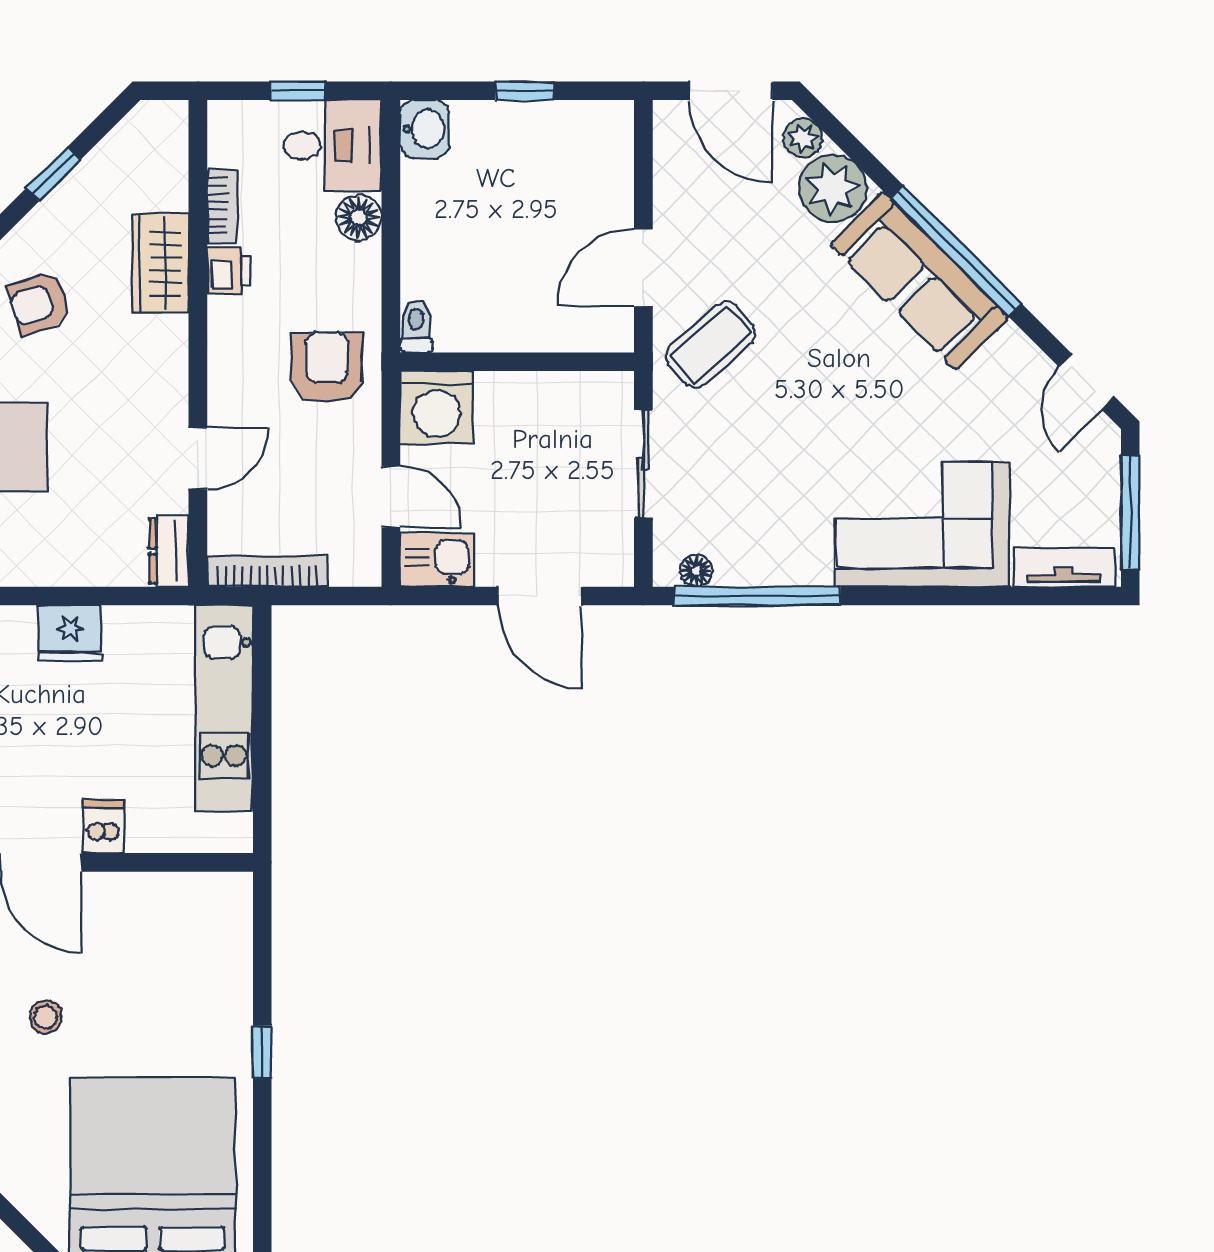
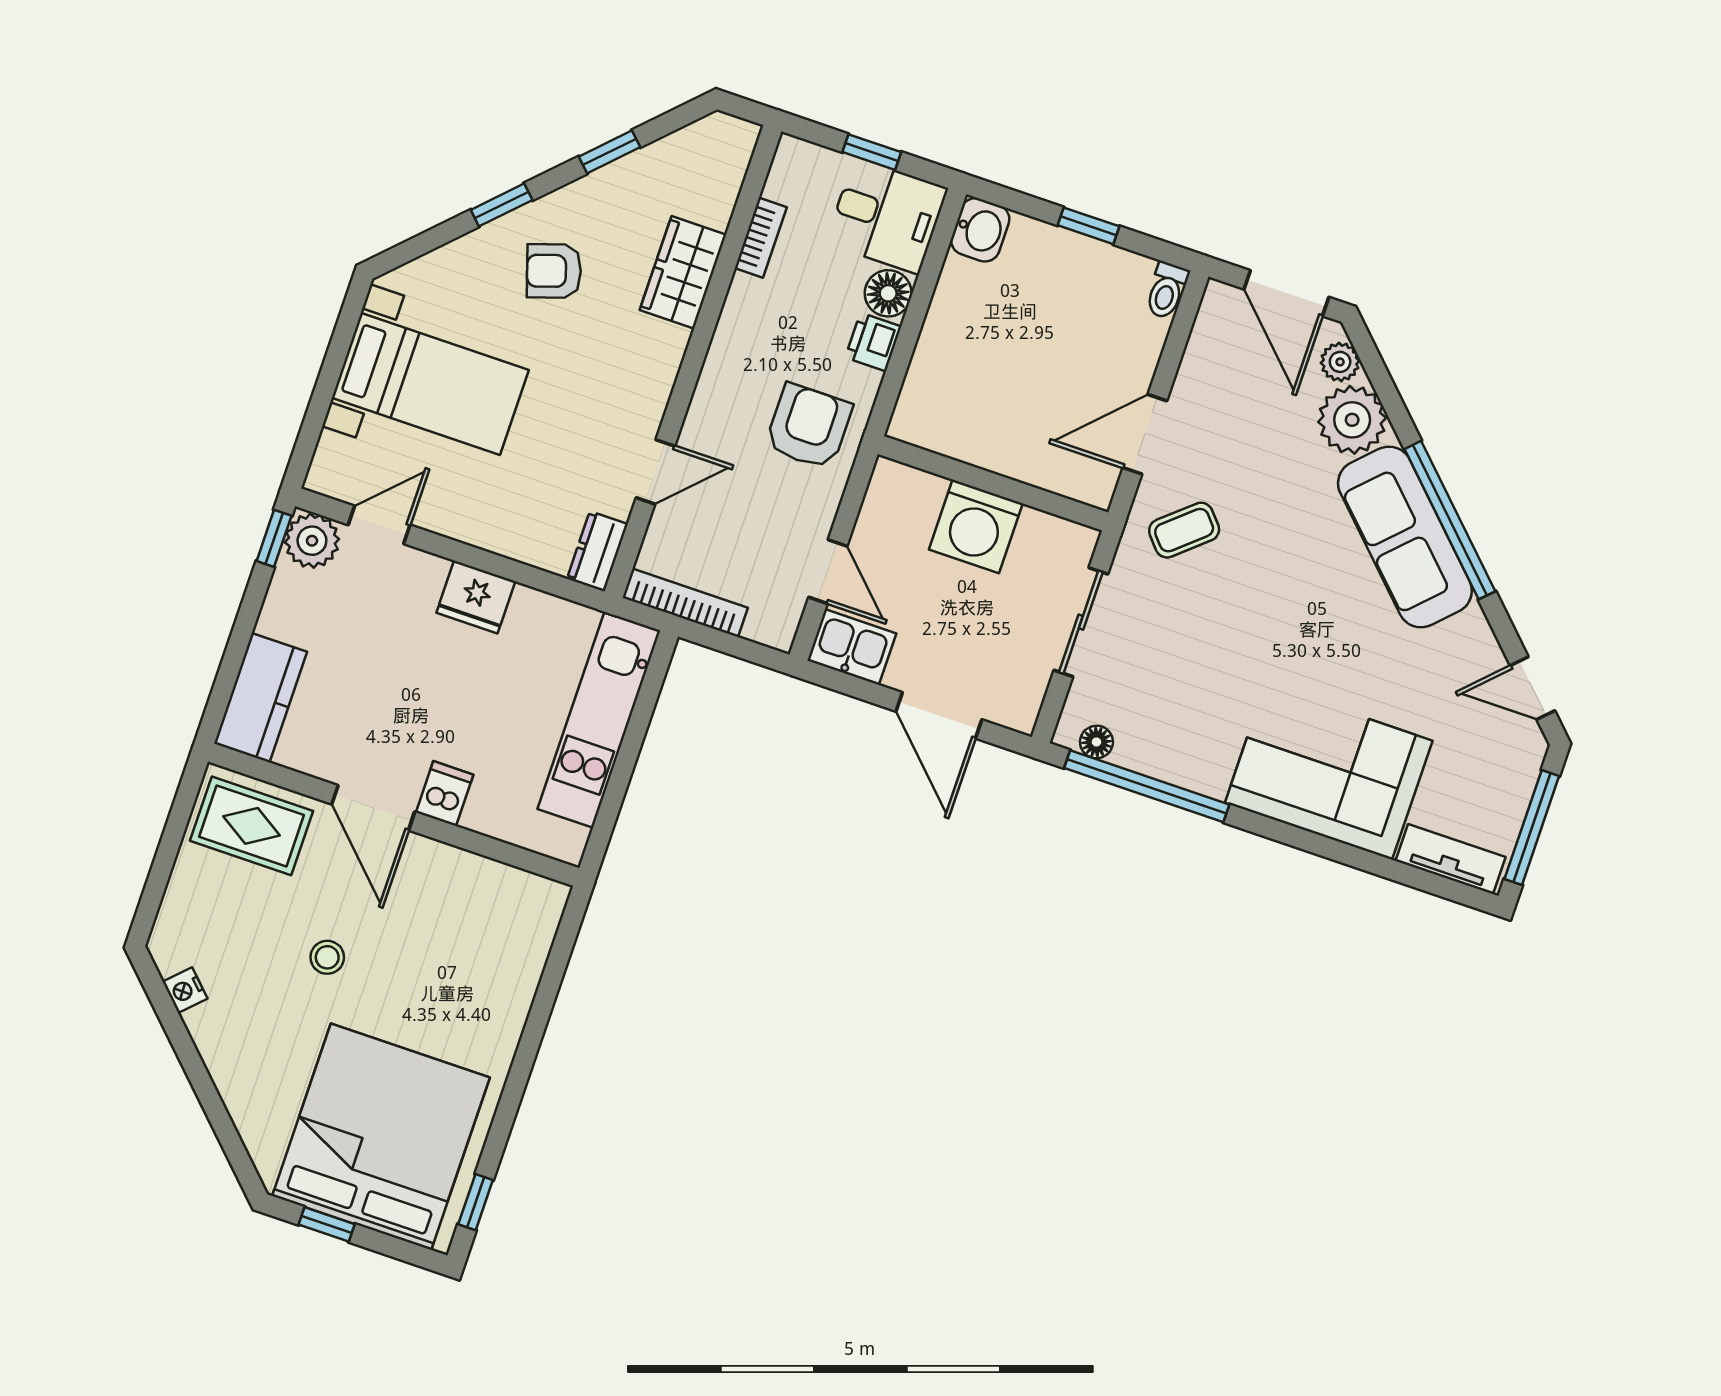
printer: (229, 270) -> (873, 342), moved, turned 180
toilet: (416, 326) -> (1167, 290), moved, turned 180
coffee table: (711, 345) -> (1184, 530), width x0.73, depth x0.77
door: (1087, 382) -> (1533, 688), hinge flipped
washing machine: (437, 408) -> (976, 526), moved
window: (262, 1052) -> (476, 1202), moved

